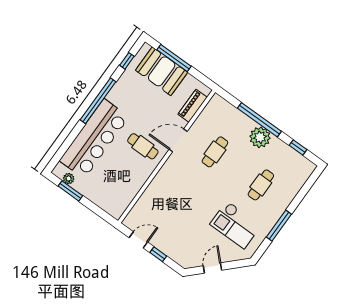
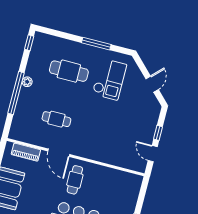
plant: (260, 137) -> (27, 82), width x0.53, depth x0.53
window: (298, 147) -> (29, 43), moved
cafe table: (261, 185) -> (69, 71), width x1.37, depth x1.35
door: (213, 268) -> (152, 84), swing flipped

